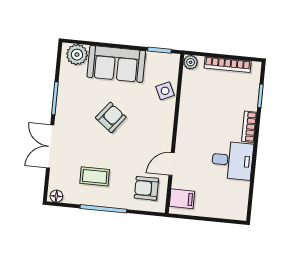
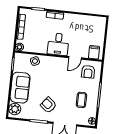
armchair: (111, 117) -> (48, 105), moved
desk: (232, 160) -> (58, 44), moved, turned 180
door: (172, 164) -> (75, 58), hinge flipped

